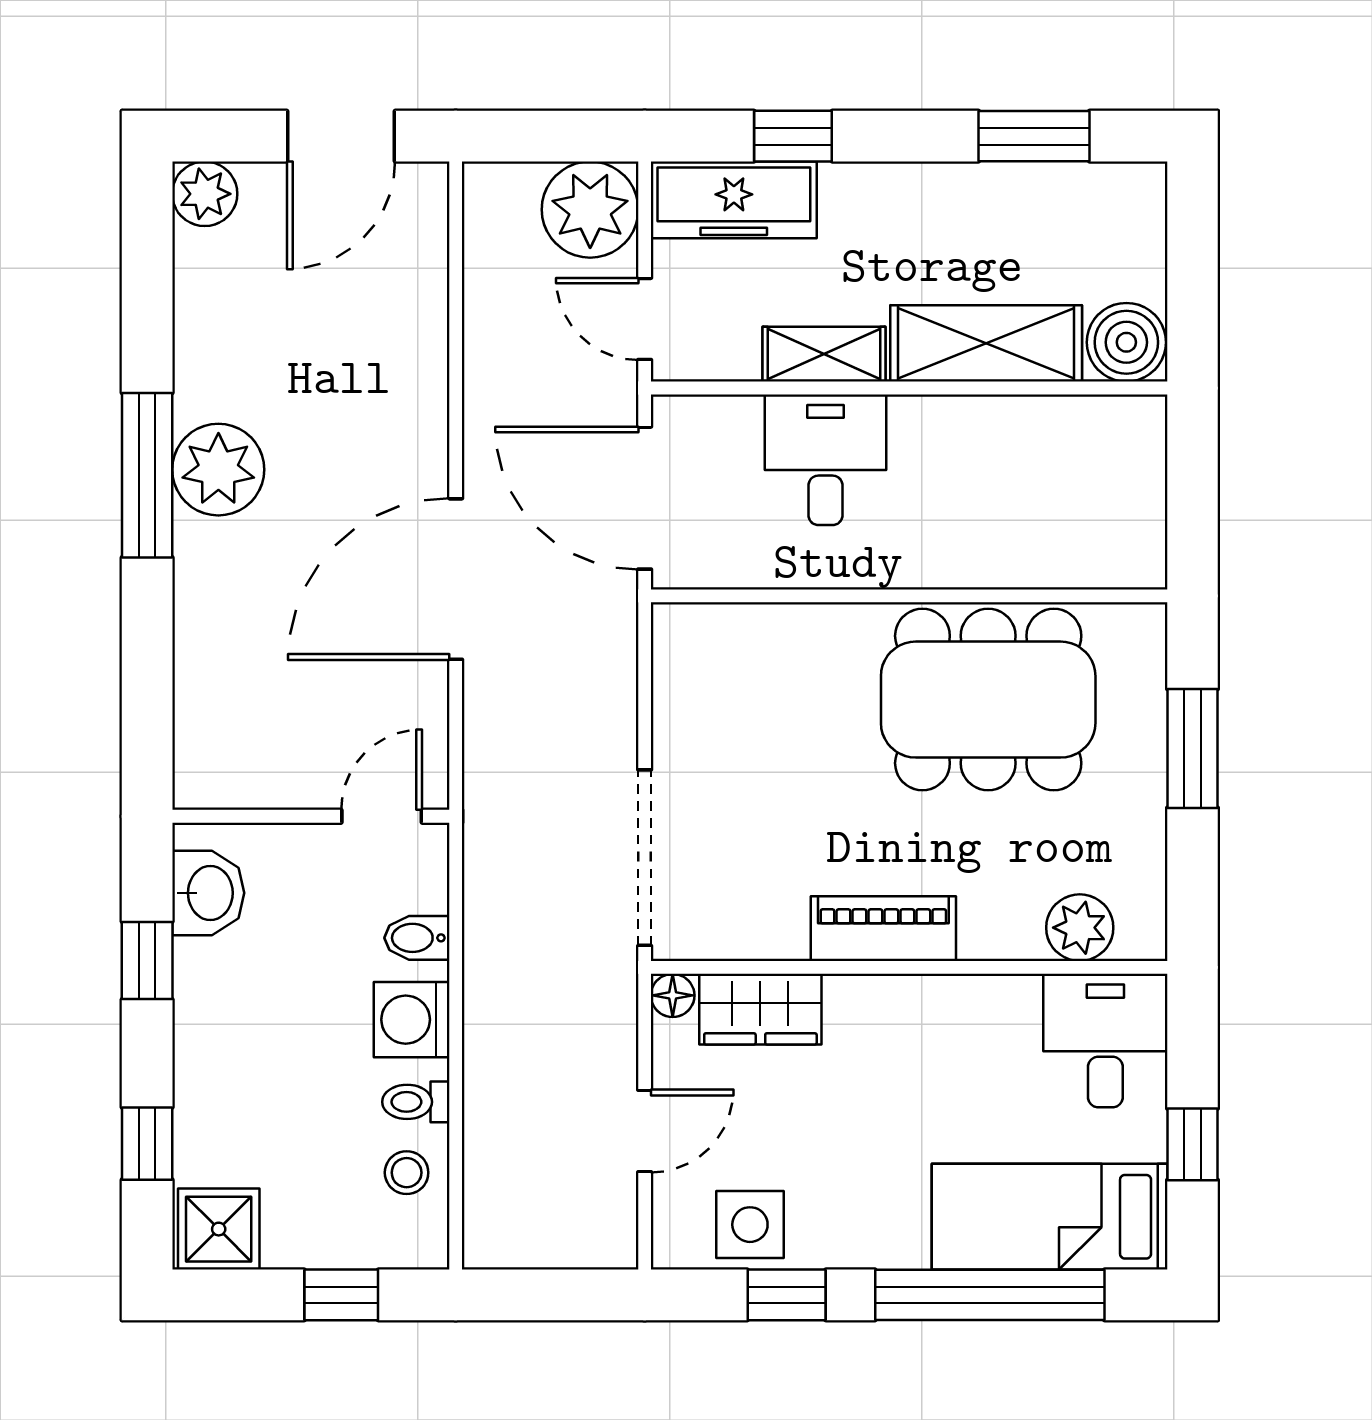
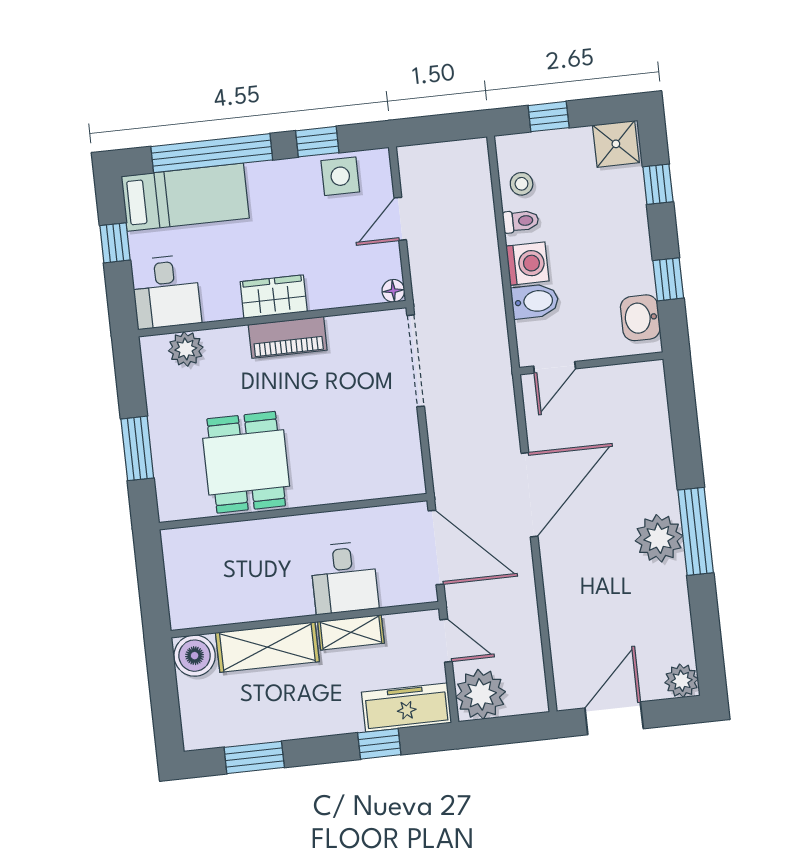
dining table: (988, 700) -> (246, 462), width x0.73
bidet: (417, 938) -> (535, 301), width x1.38, depth x1.36
wardrobe: (760, 1009) -> (274, 297), moved

